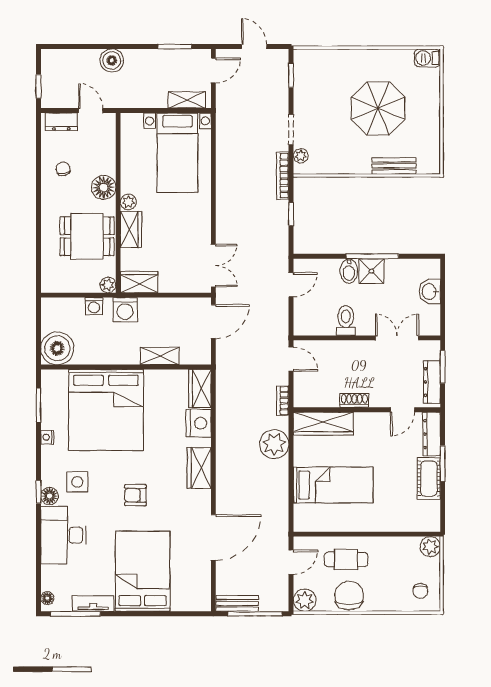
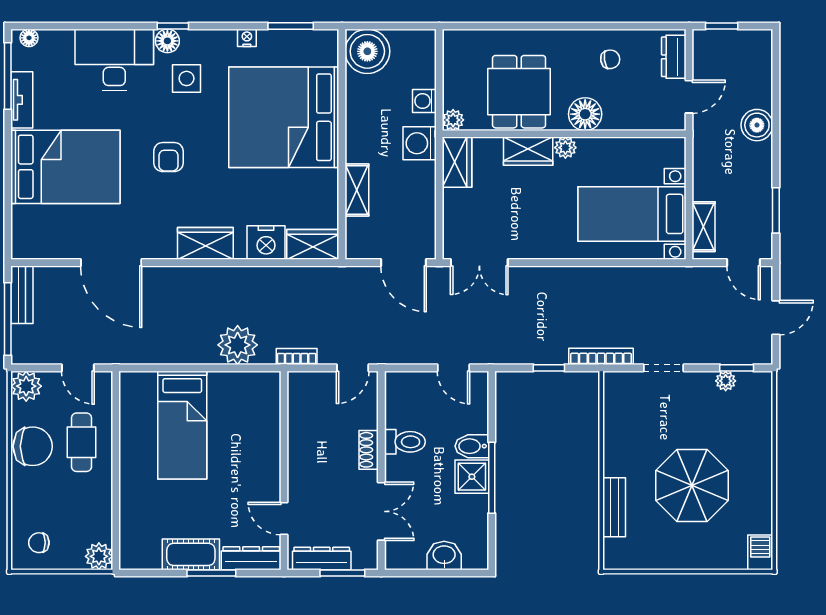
plant: (301, 156) -> (726, 381), moved
shoe rack: (354, 400) -> (369, 450), moved, turned 180
wardrobe: (323, 424) -> (265, 411), removed
armchair: (135, 495) -> (168, 157), turned 180

